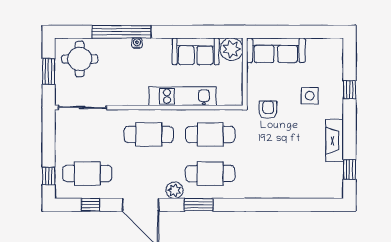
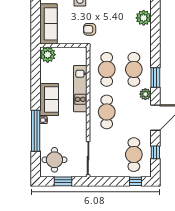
sofa: (196, 51) -> (49, 100), moved
plant: (285, 188) -> (144, 18), added

